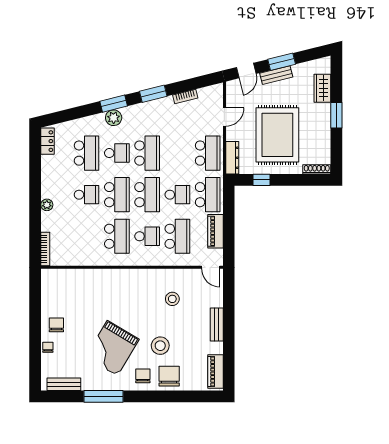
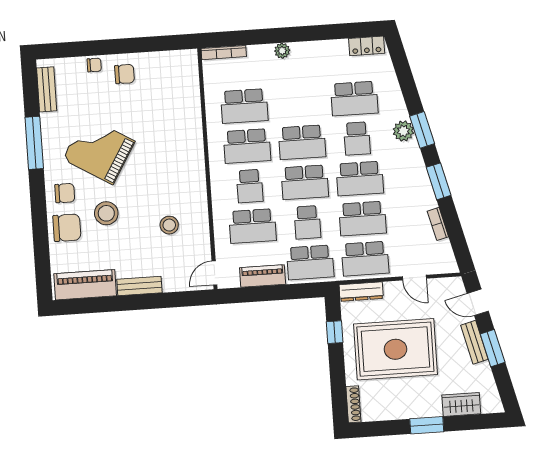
school desk: (177, 153) -> (362, 219), added
school desk: (87, 195) -> (244, 106), moved, width x1.85
piano: (215, 371) -> (85, 285), width x1.37, depth x1.33

